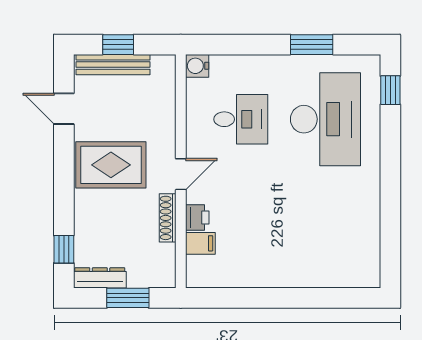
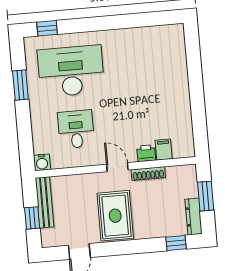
bench: (113, 65) -> (45, 202), moved

